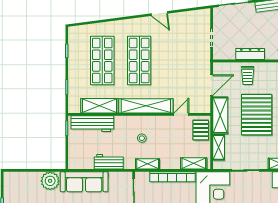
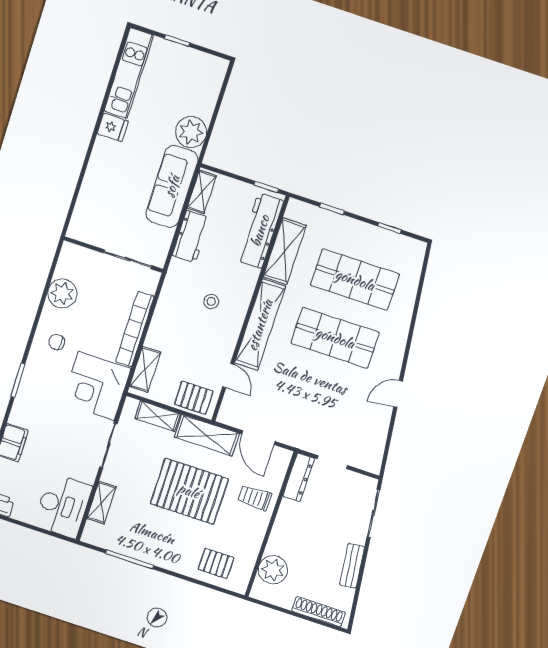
dresser: (250, 54) -> (299, 477), moved
shelving: (148, 164) -> (202, 192), moved

